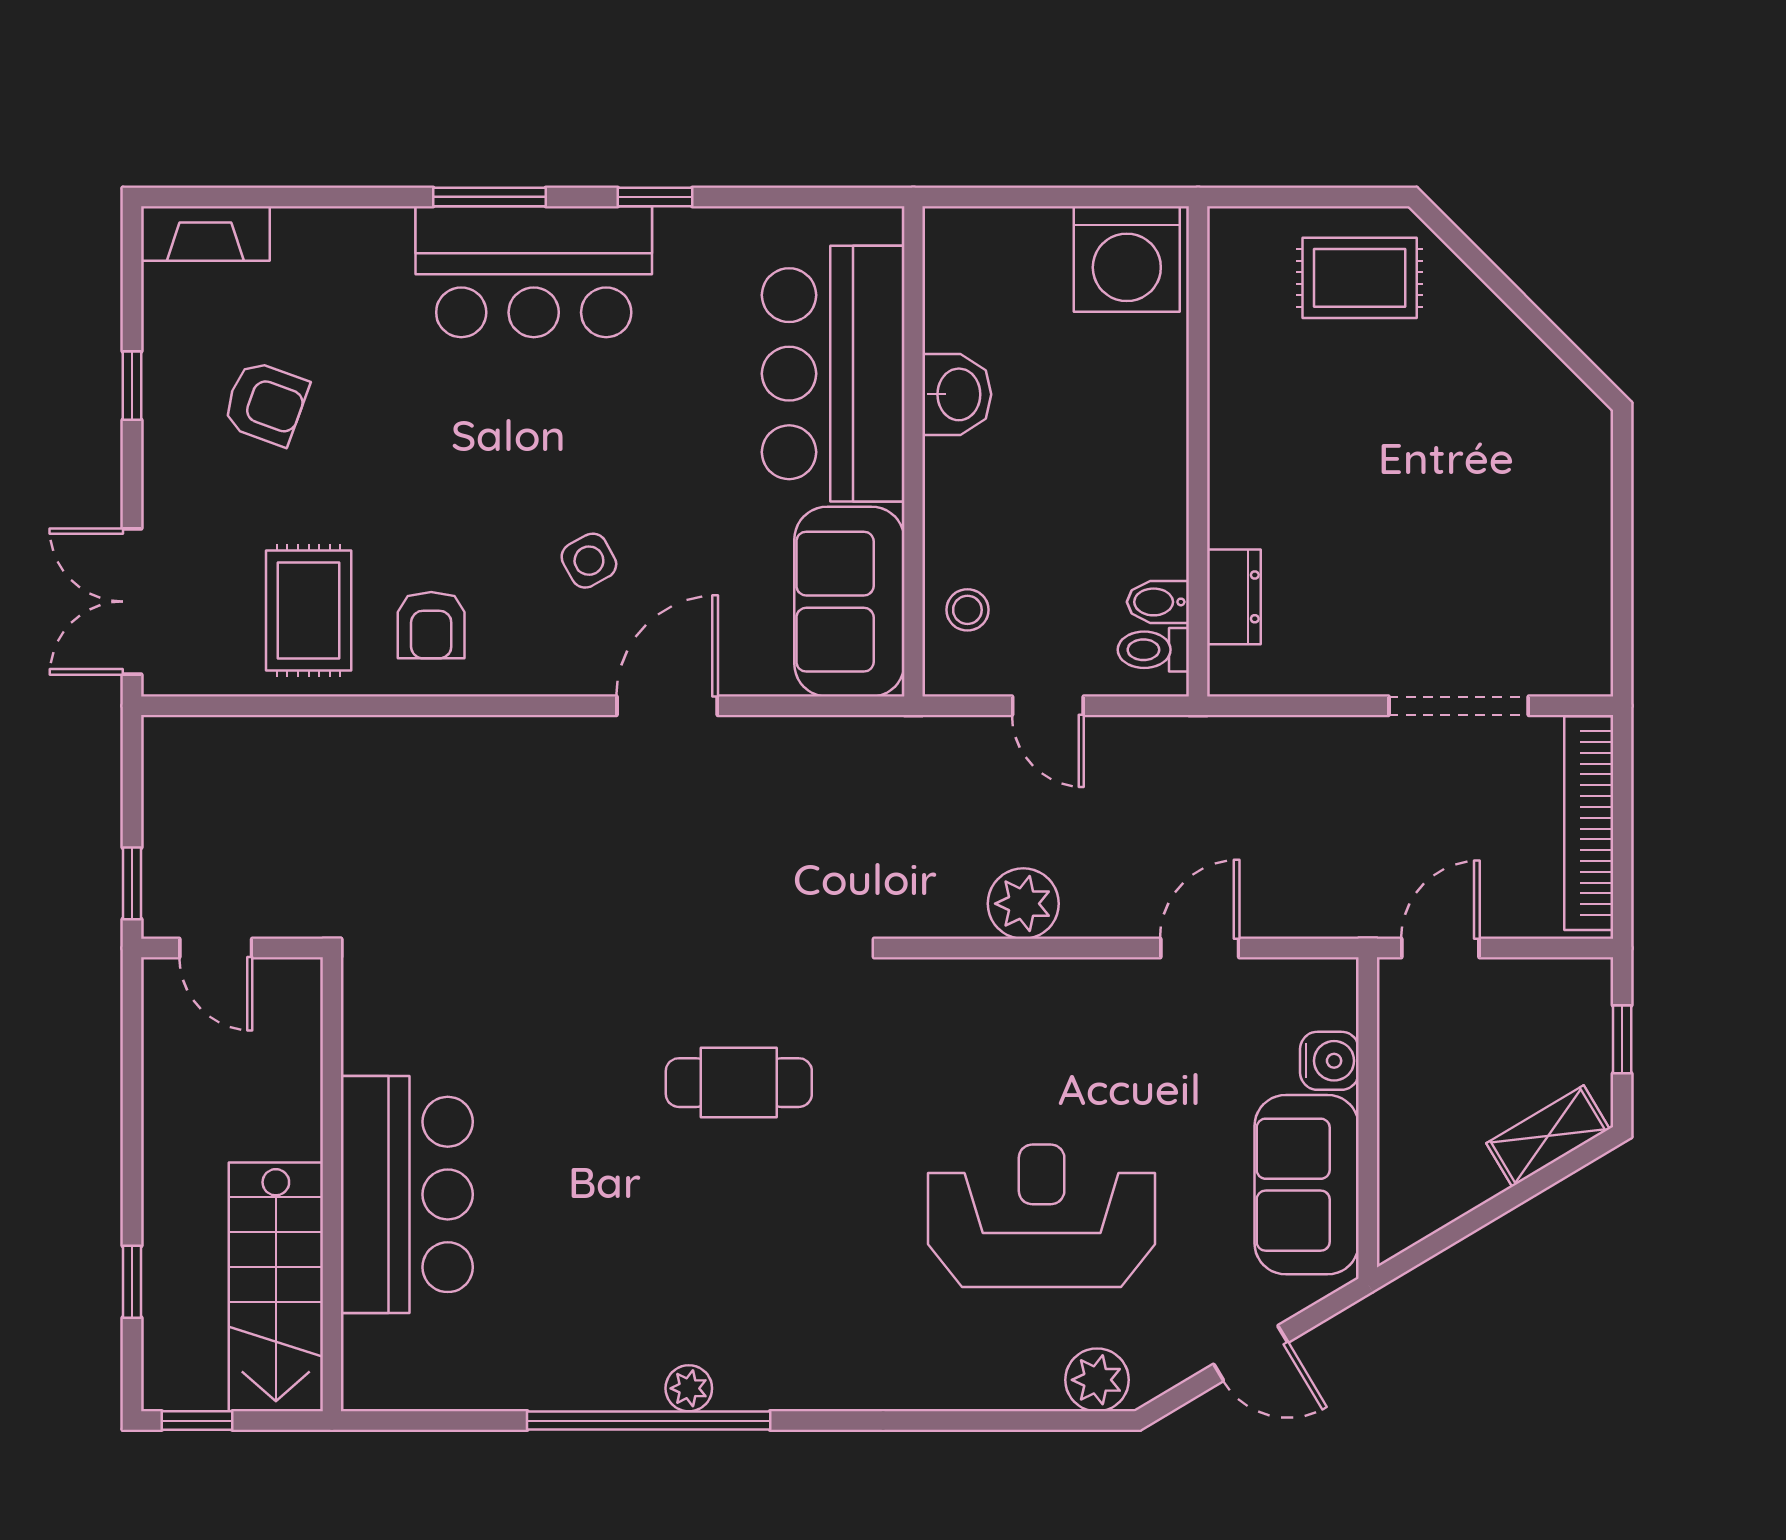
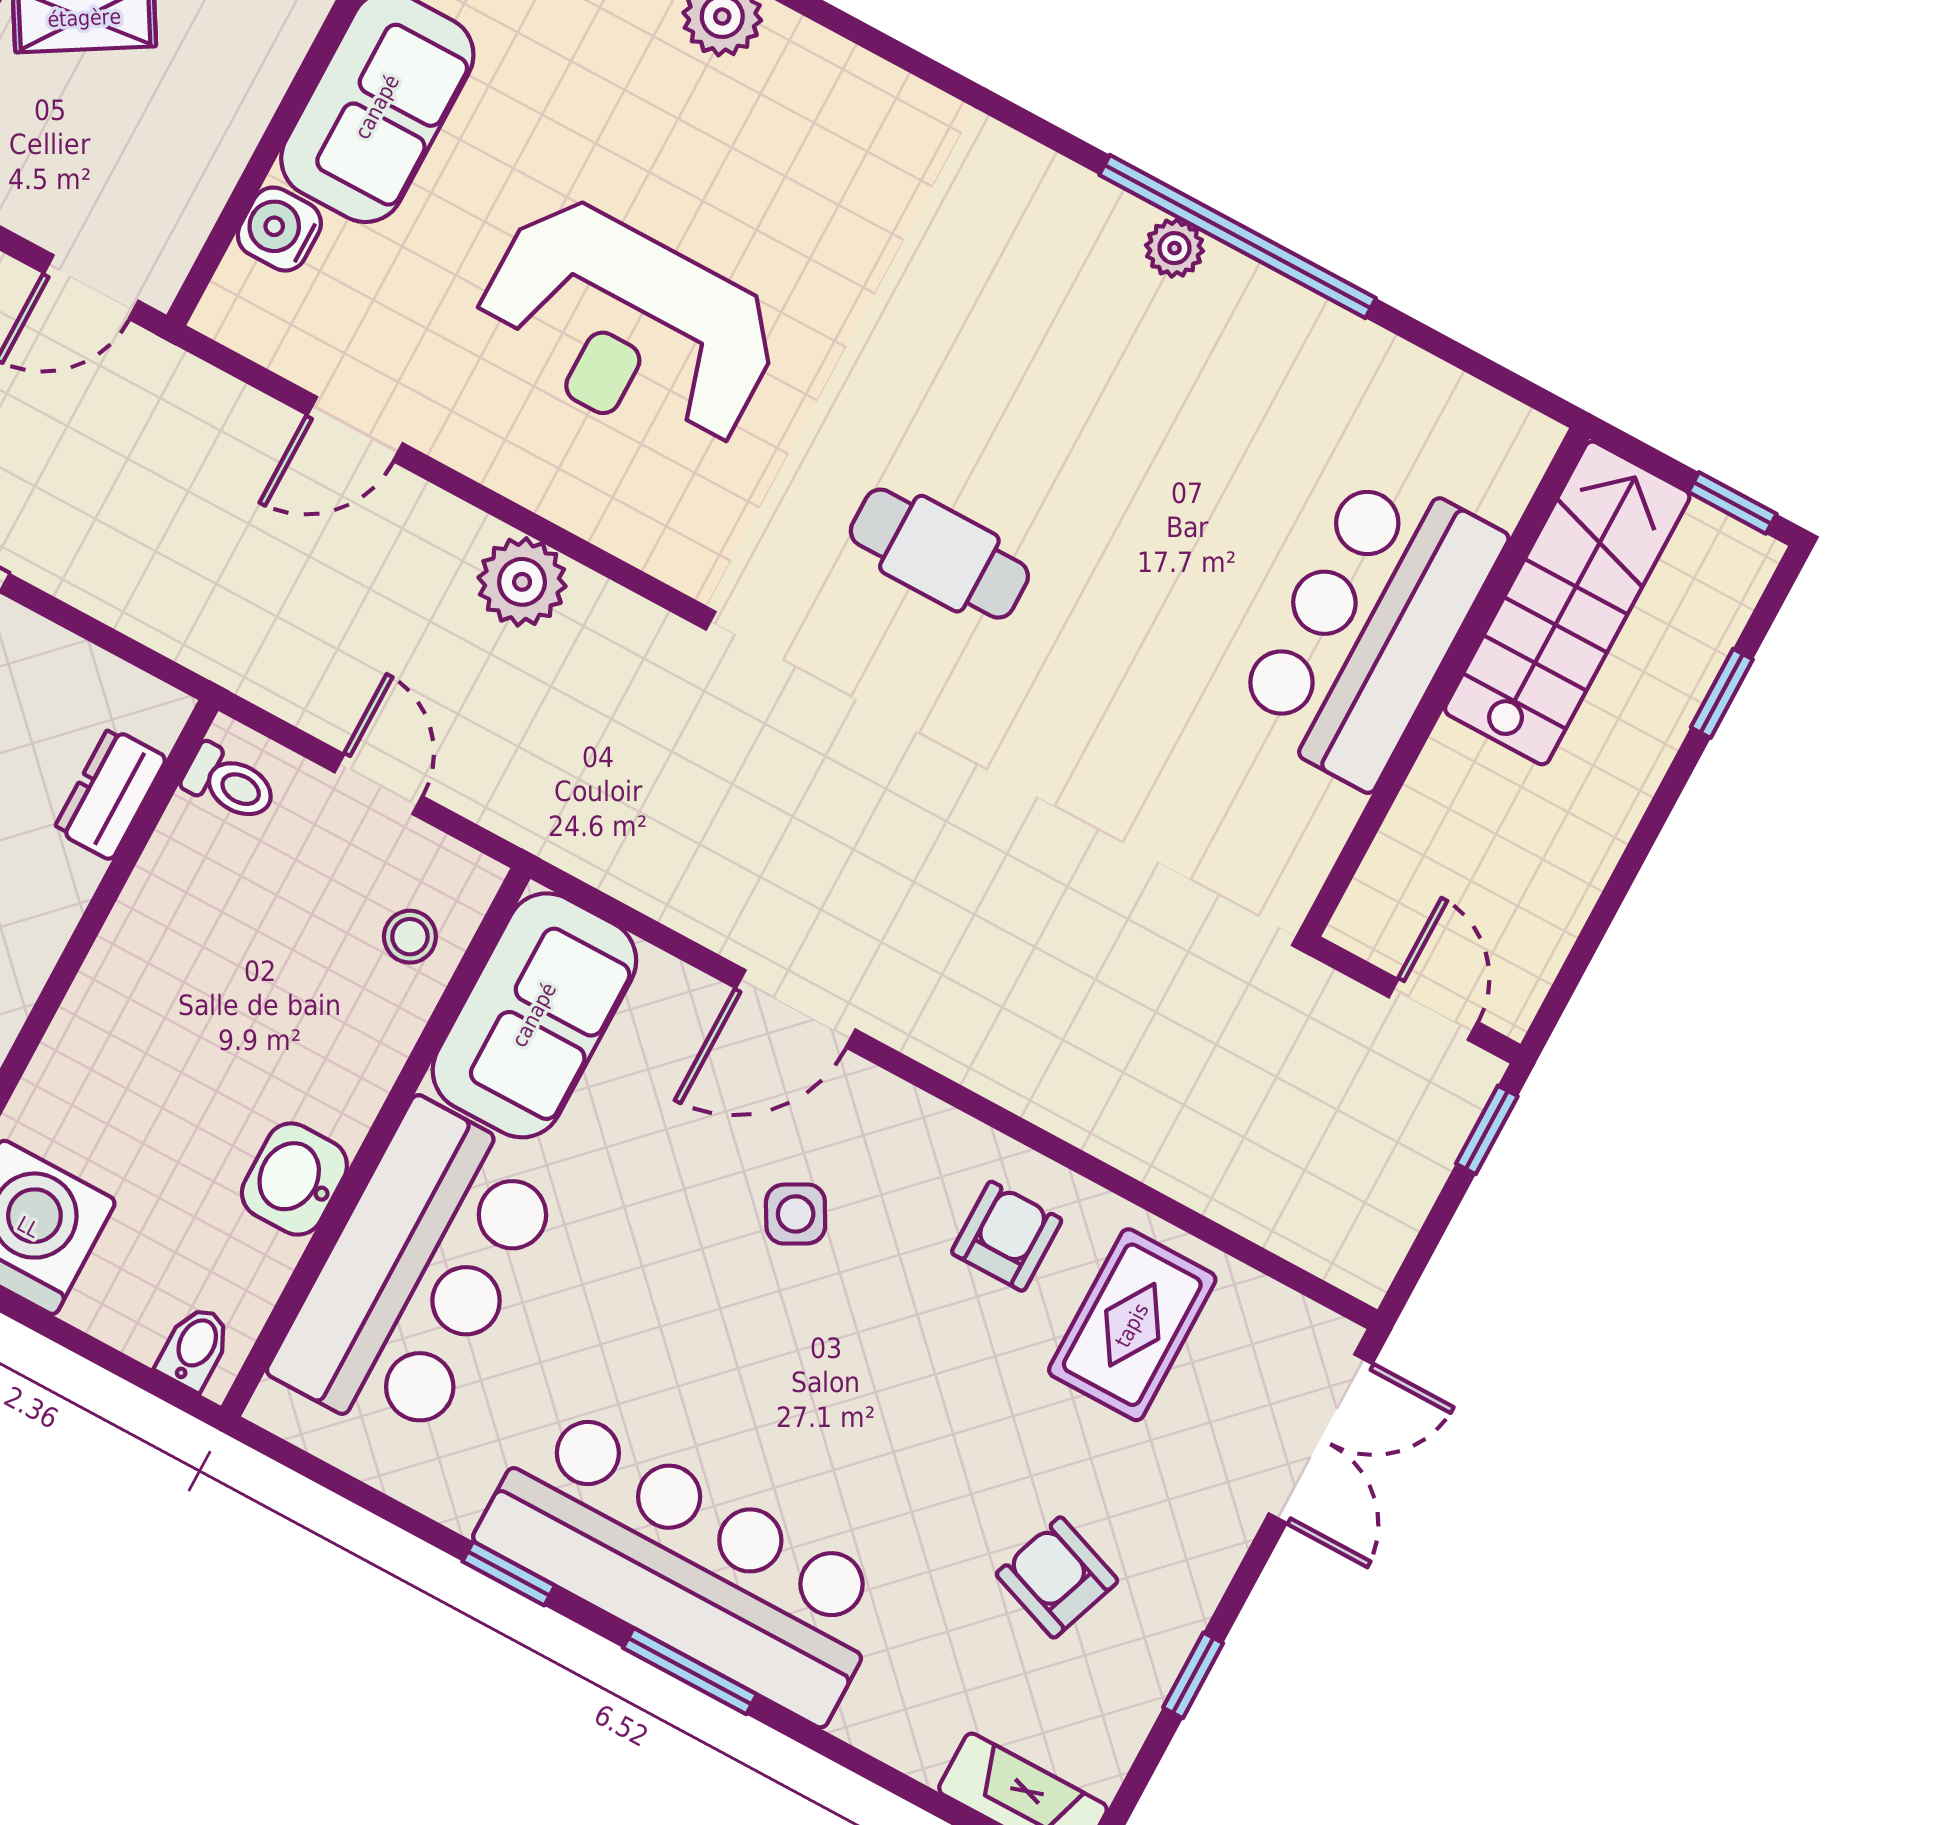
bar counter: (534, 272) -> (686, 1563), width x1.36
bidet: (1158, 602) -> (195, 1348), moved, turned -90
reception desk: (1042, 1216) -> (627, 327), moved

